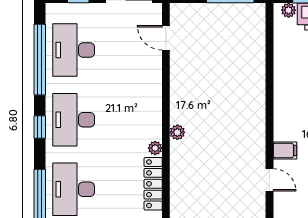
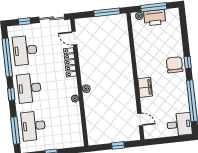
filing cabinet: (285, 150) -> (145, 87), width x2.00
door: (269, 180) -> (140, 120), moved
locker: (153, 184) -> (70, 62), moved

